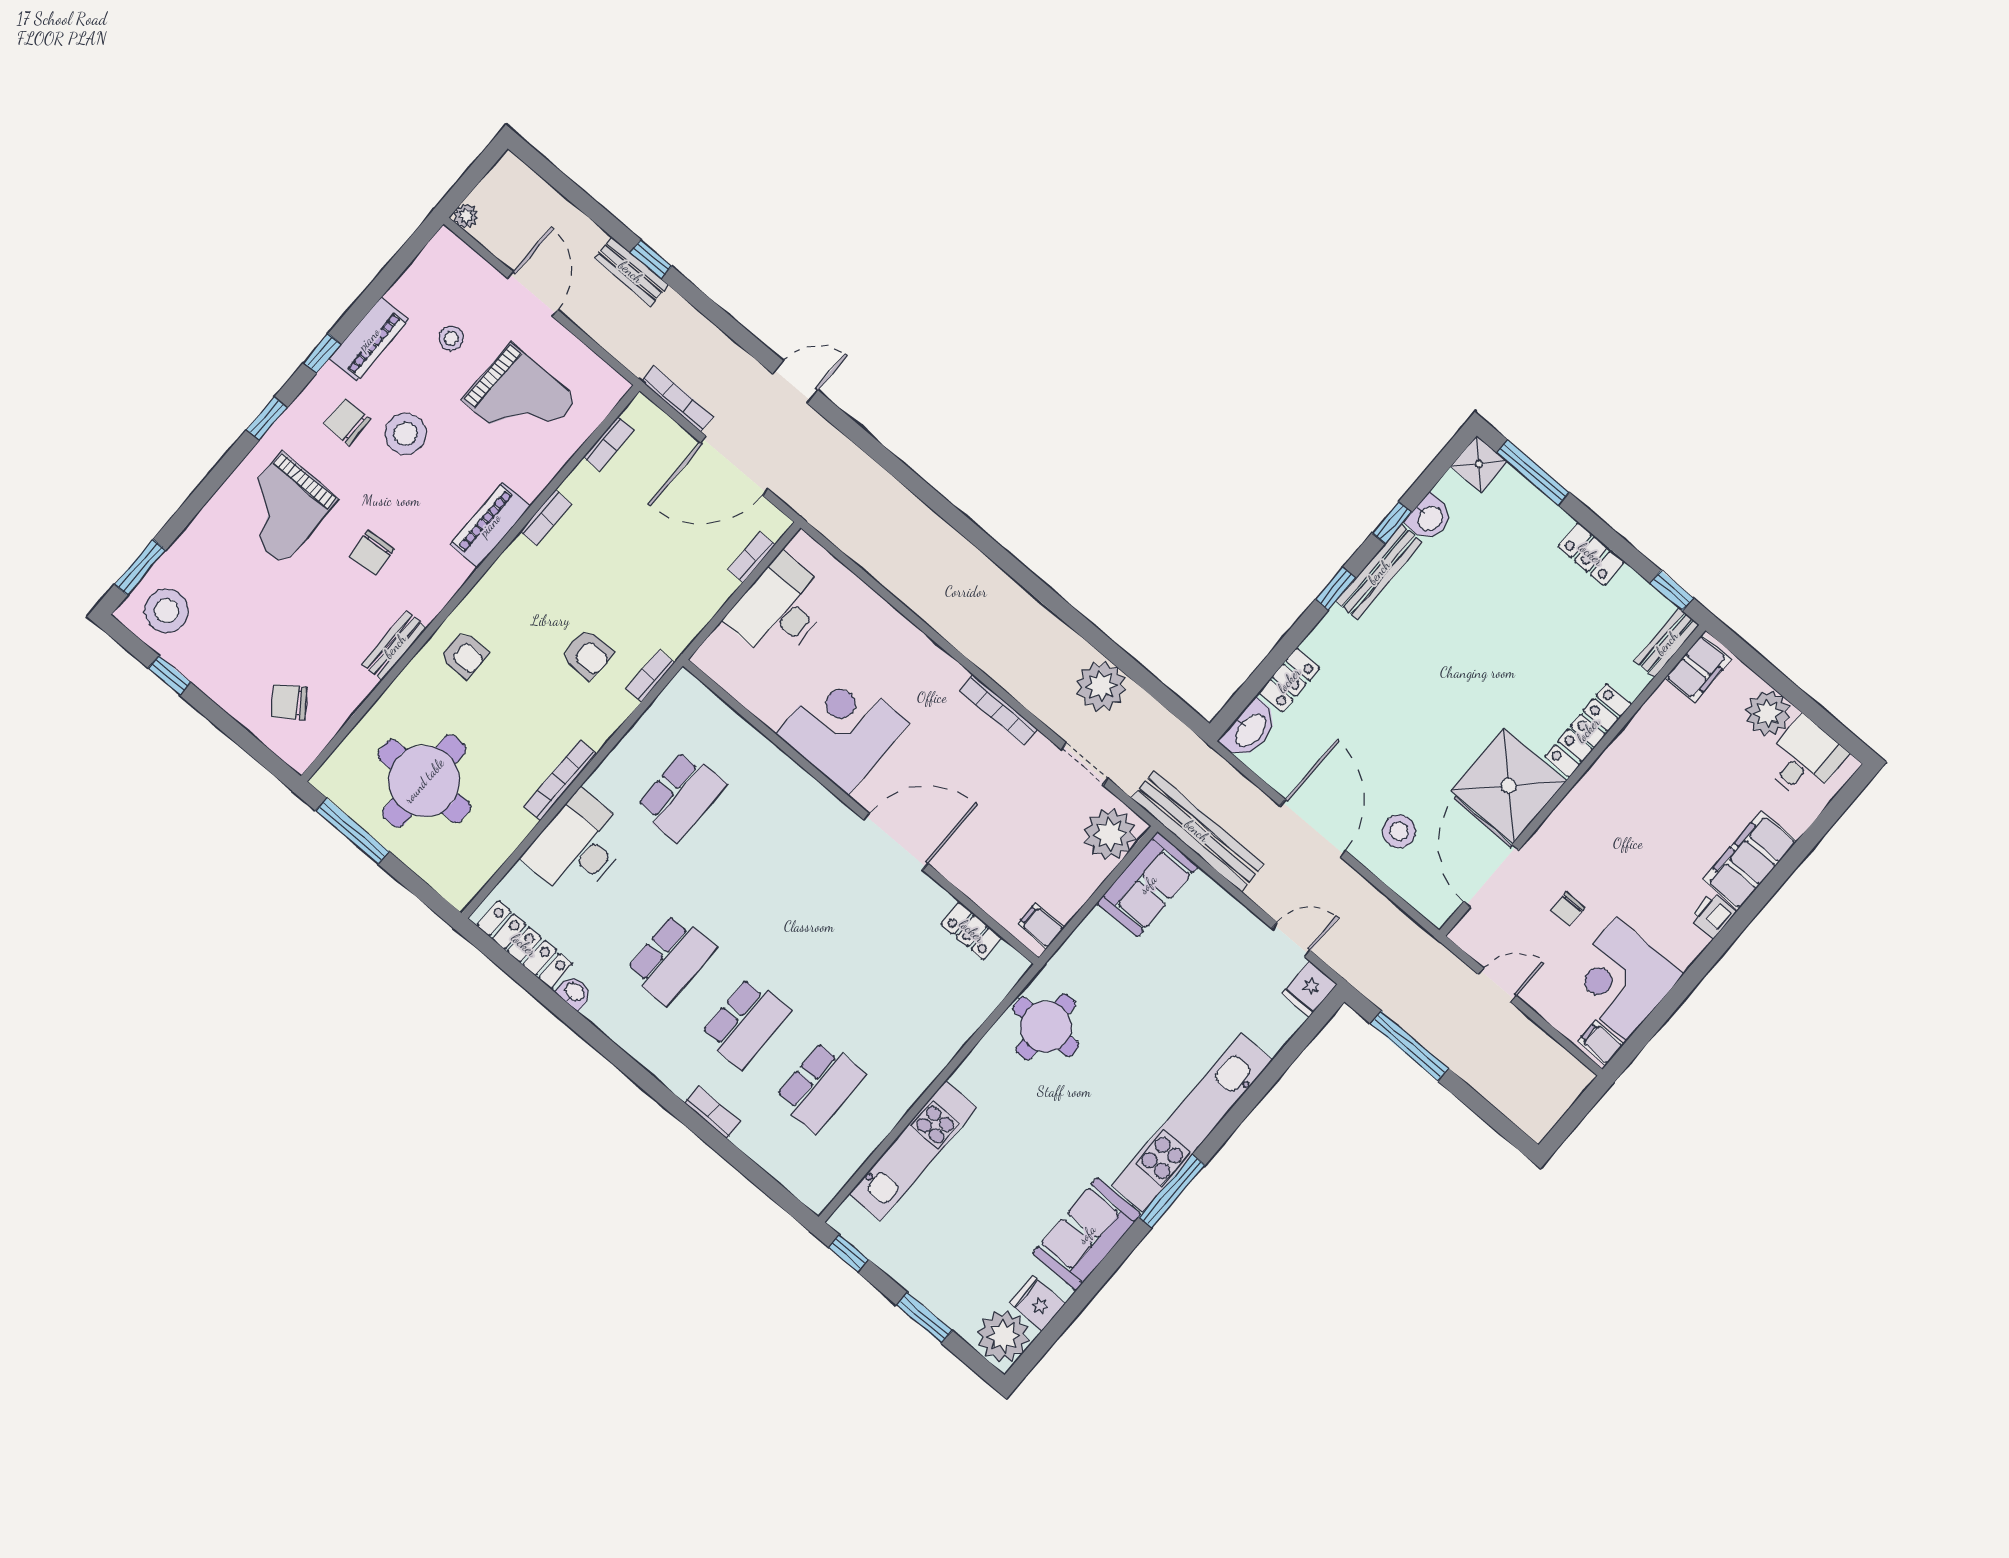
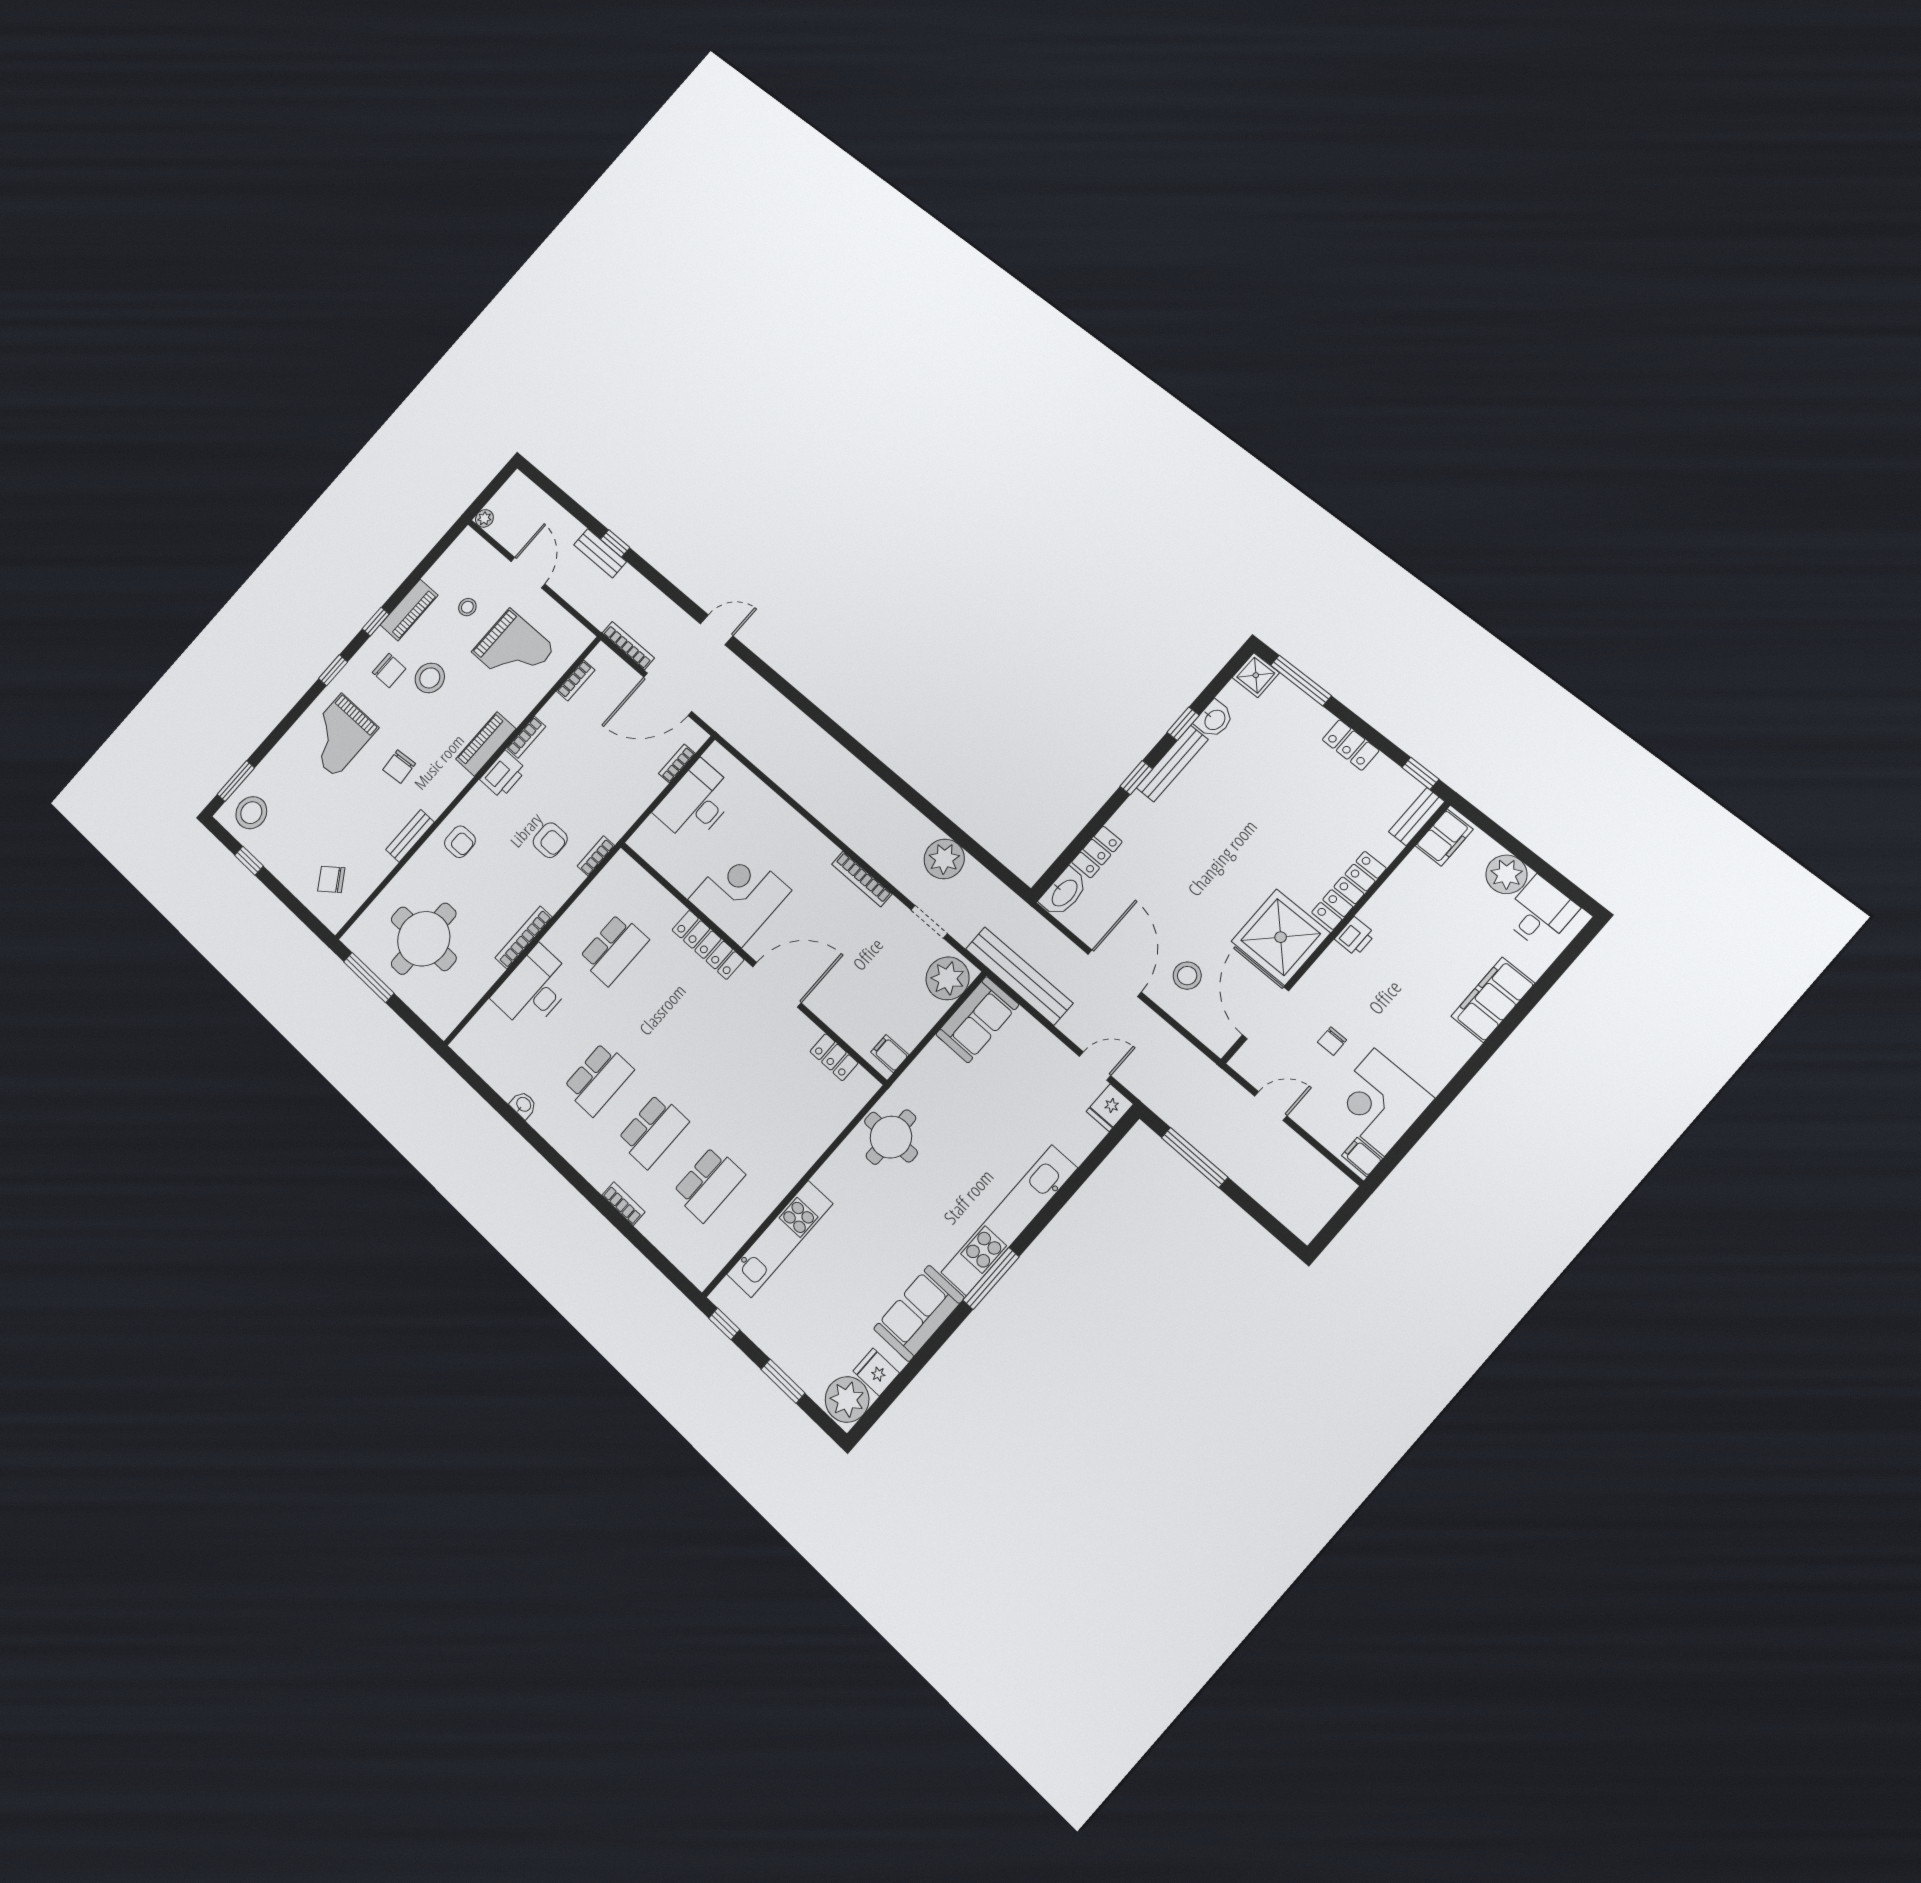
chair: (347, 422) -> (389, 671), turned 180
printer: (517, 566) -> (503, 774), added
printer: (1713, 915) -> (1355, 936), moved, turned 180
locker: (524, 945) -> (708, 945), moved, turned 180

